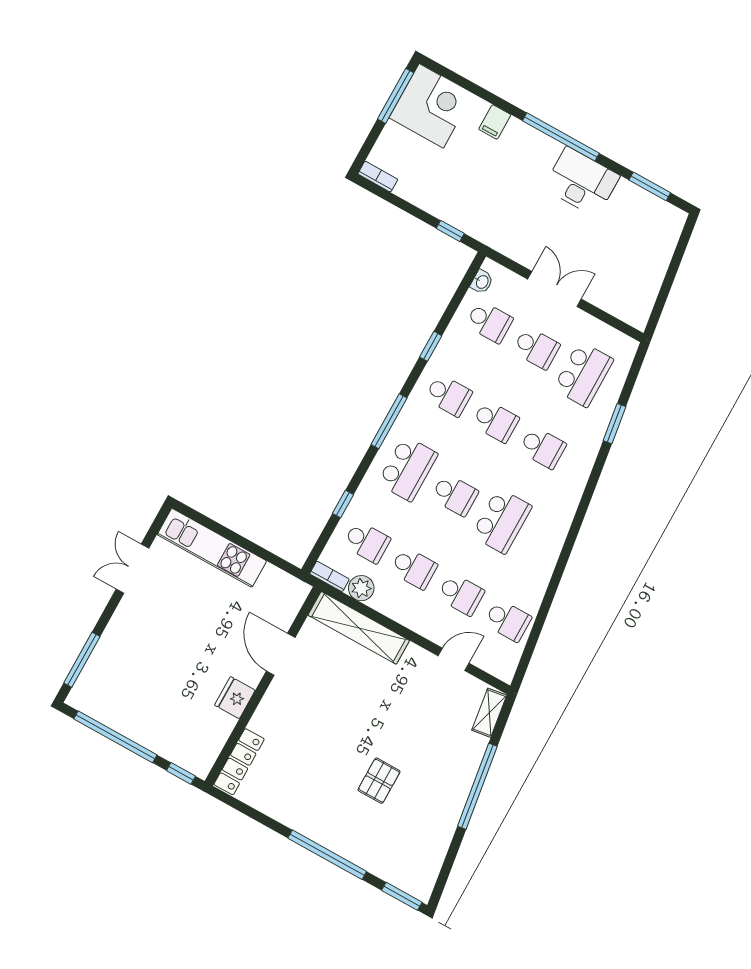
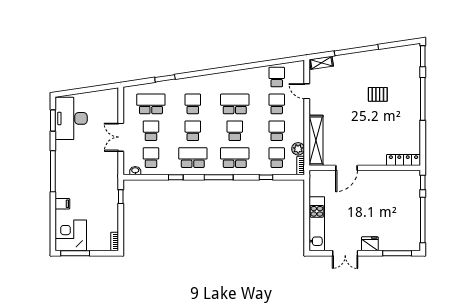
desk: (582, 182) -> (71, 118), moved, width x1.36, depth x1.30
school desk: (449, 395) -> (193, 158), width x1.85
fridge: (235, 698) -> (370, 244), moved, turned 180

